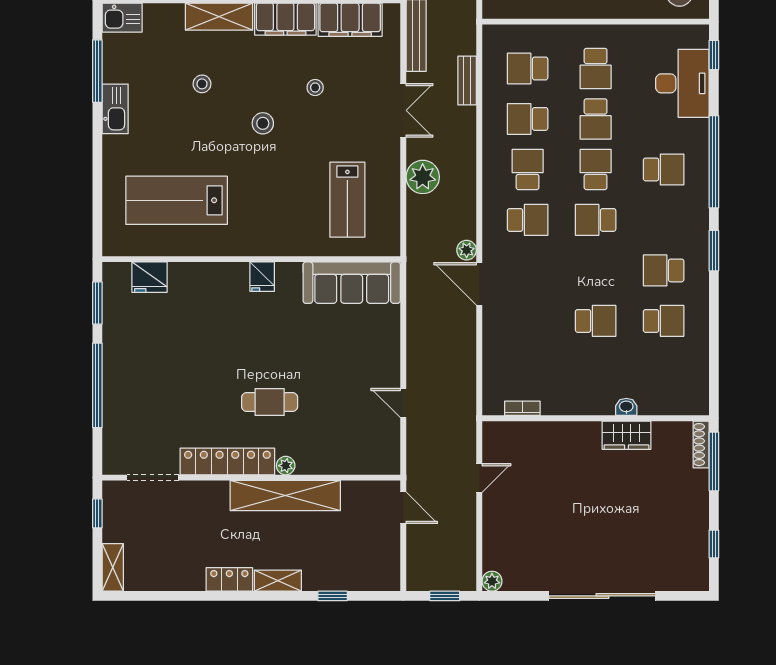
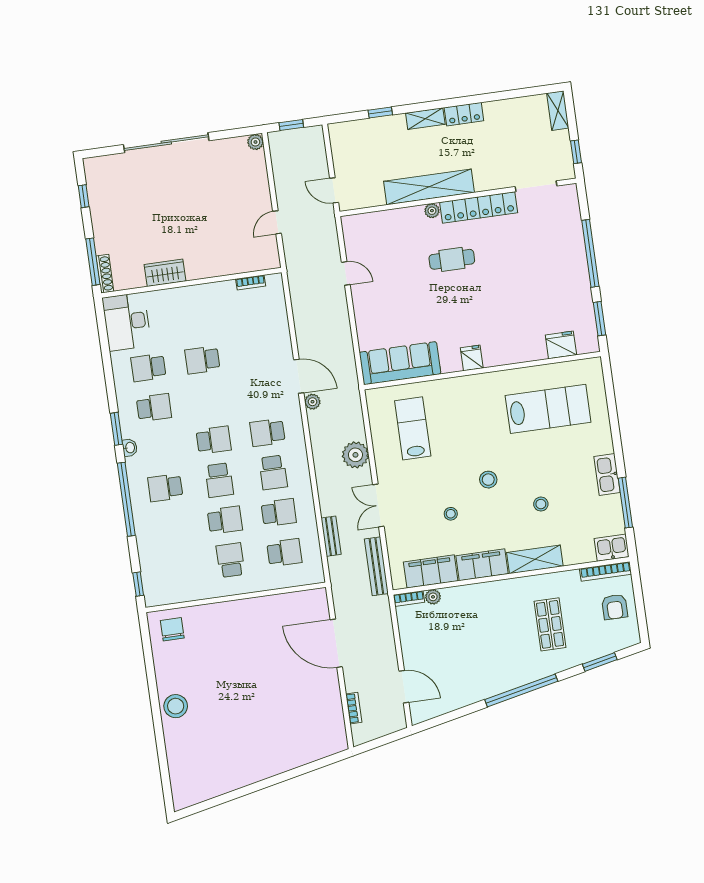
desk: (682, 83) -> (127, 322), moved
school desk: (596, 119) -> (225, 520), turned 90
washbasin: (626, 407) -> (130, 448), moved, turned -90

